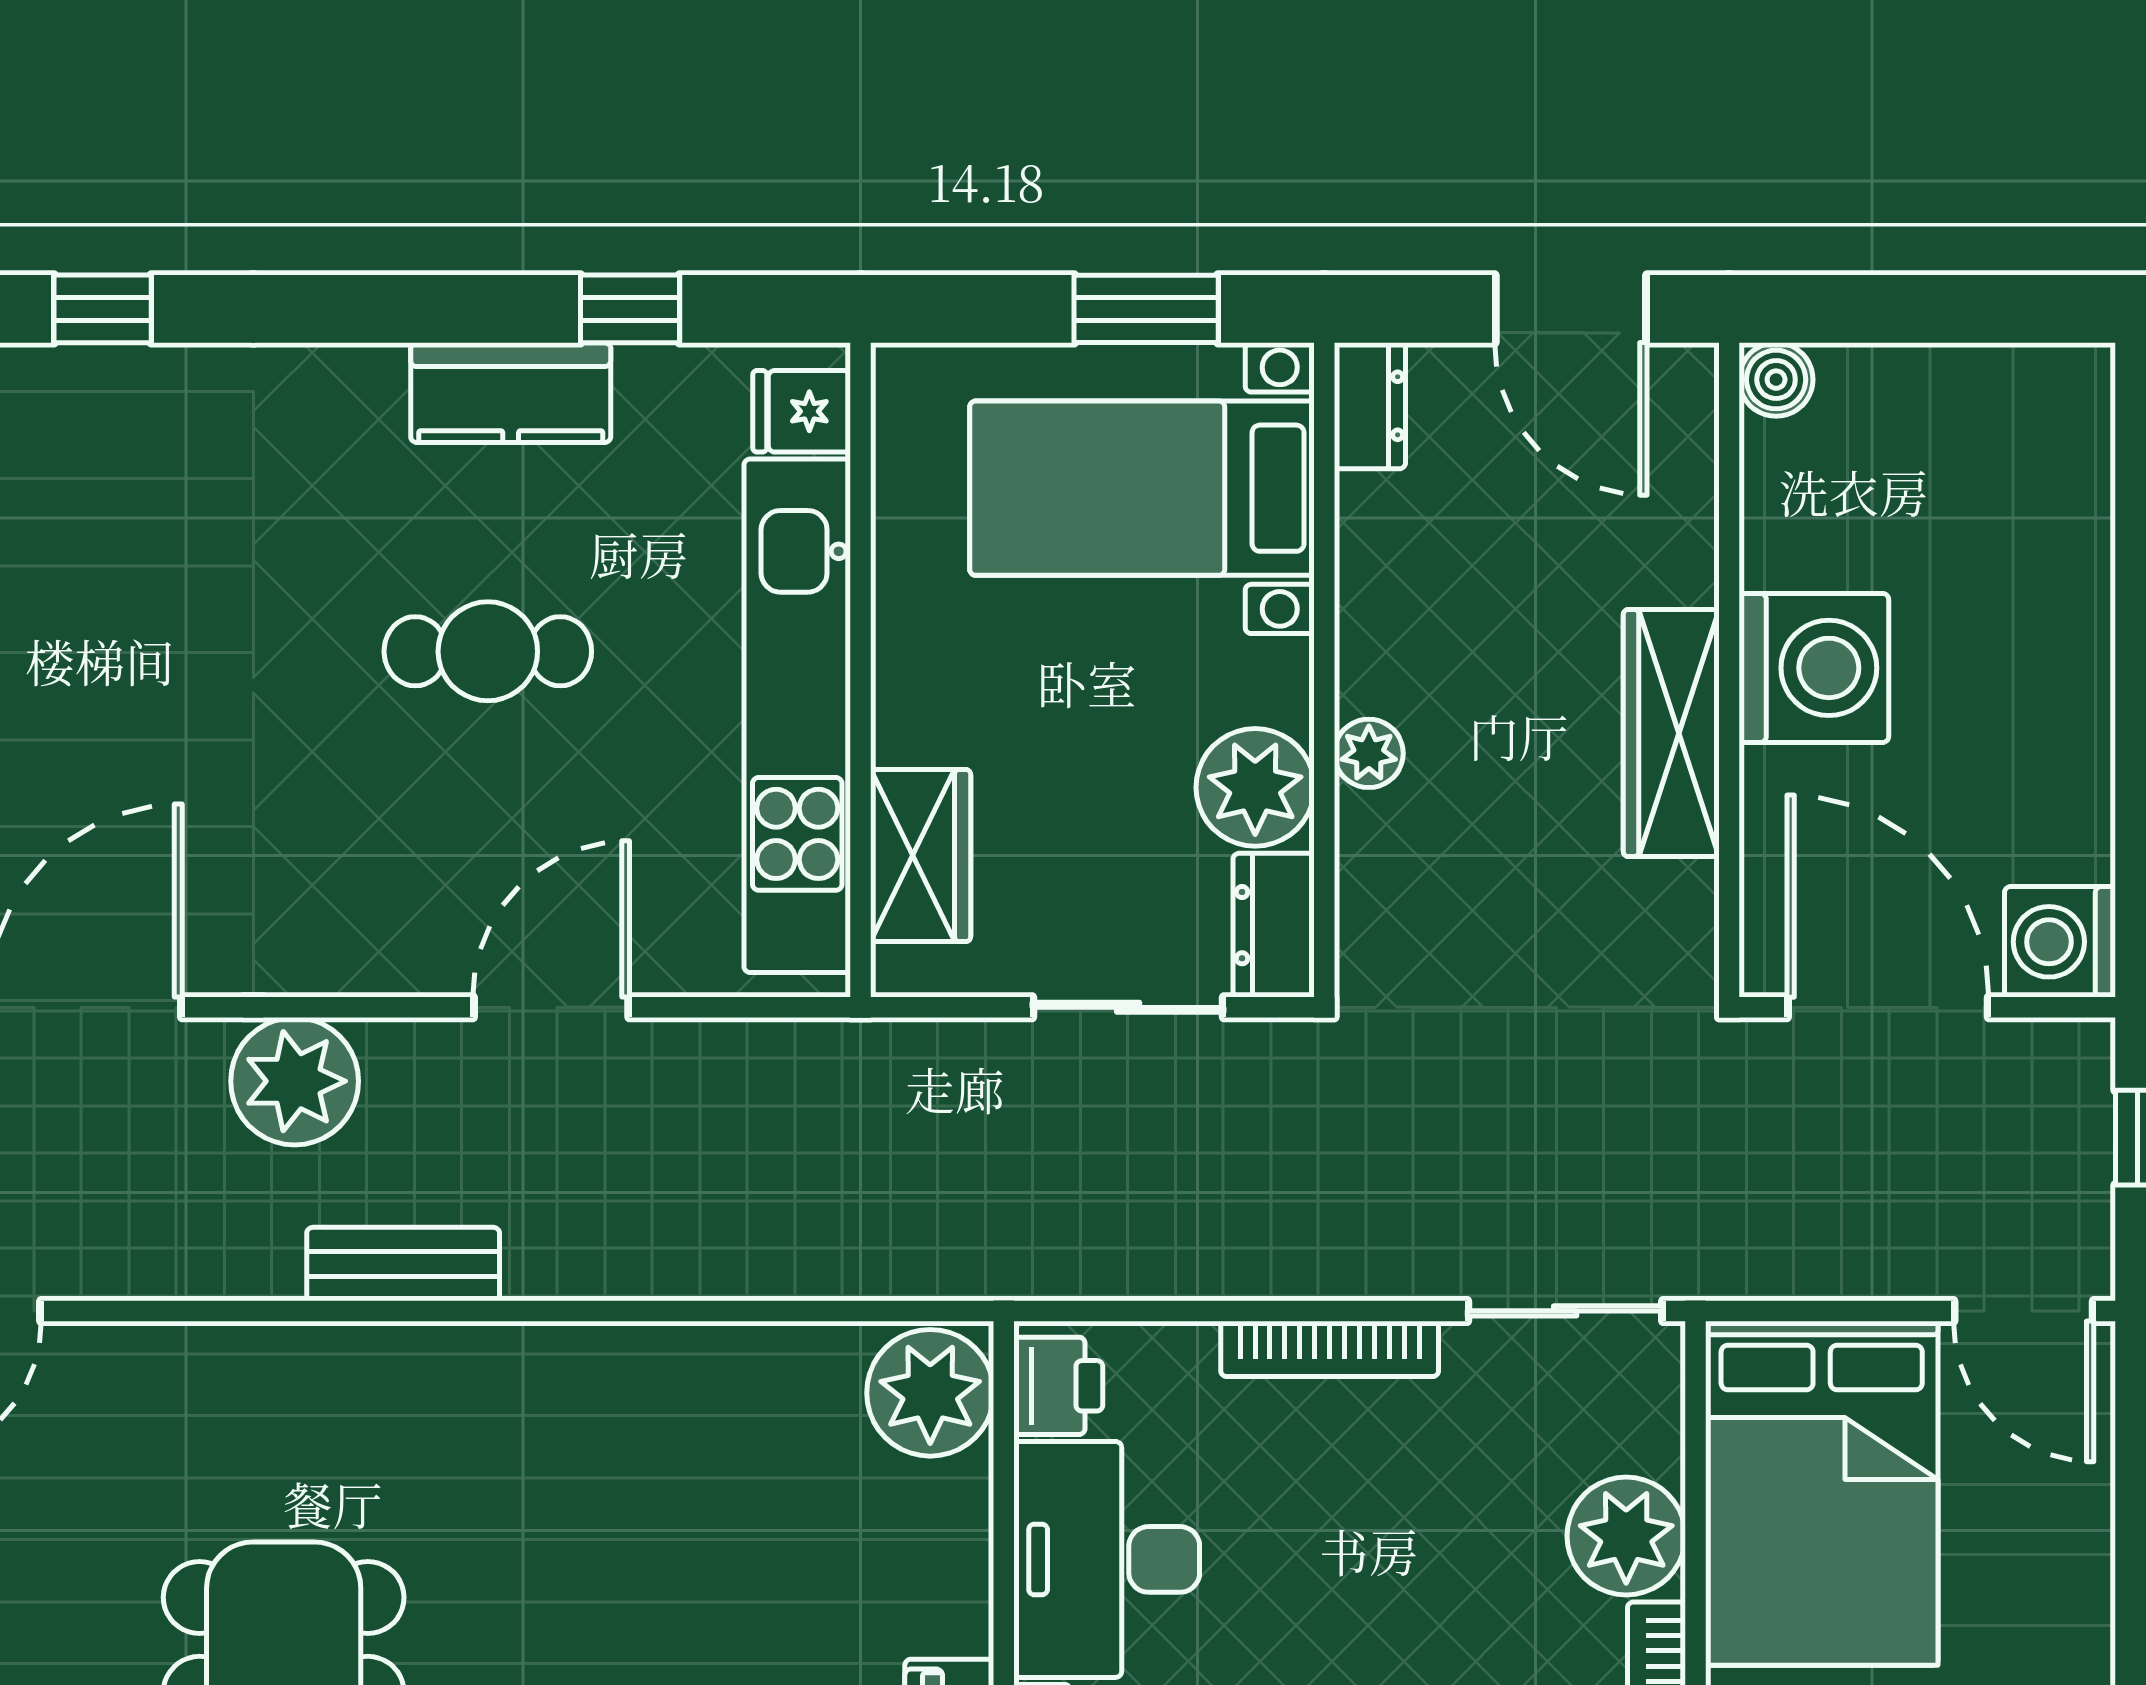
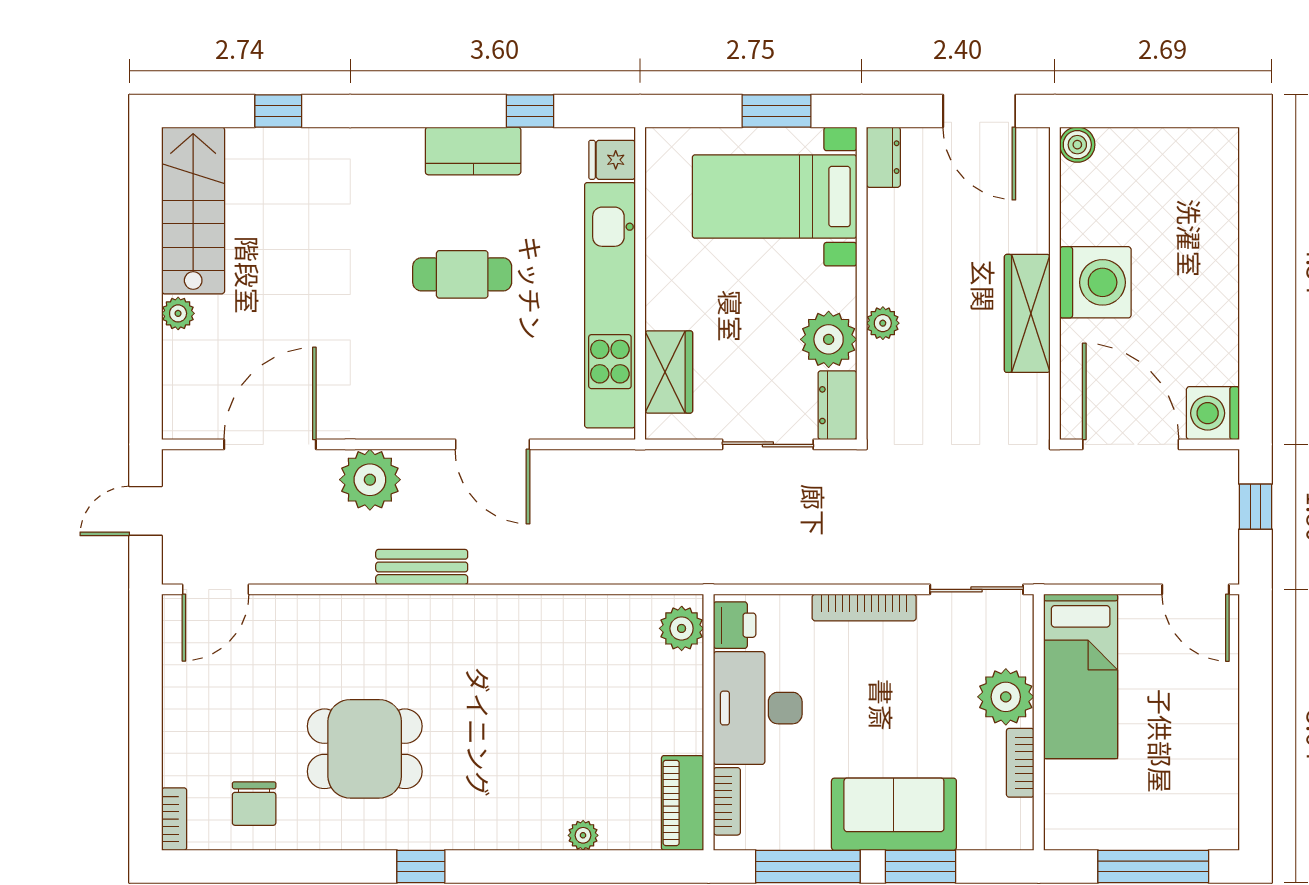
door: (551, 1007) -> (492, 444), swing flipped
plant: (930, 1393) -> (682, 628), width x0.73, depth x0.73
bed: (1822, 1493) -> (1081, 676), width x0.67

